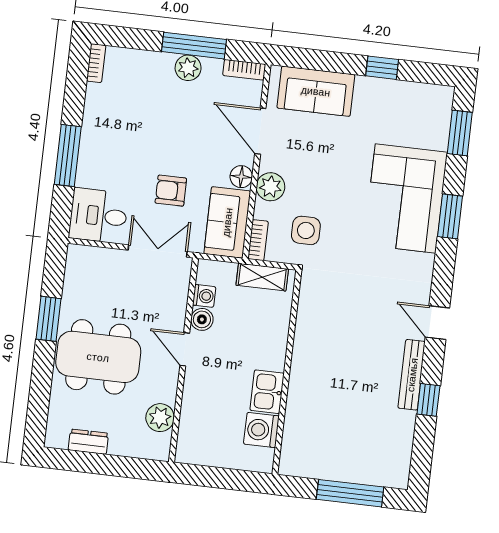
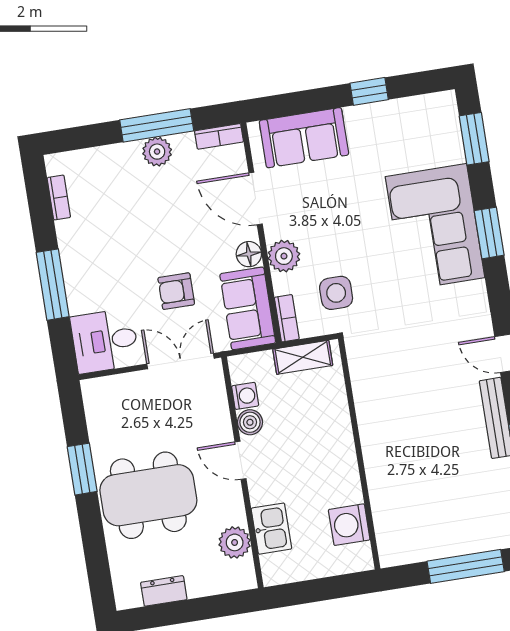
bookcase: (96, 63) -> (59, 197), moved
kitchen sink: (267, 392) -> (271, 529), moved, turned 180

